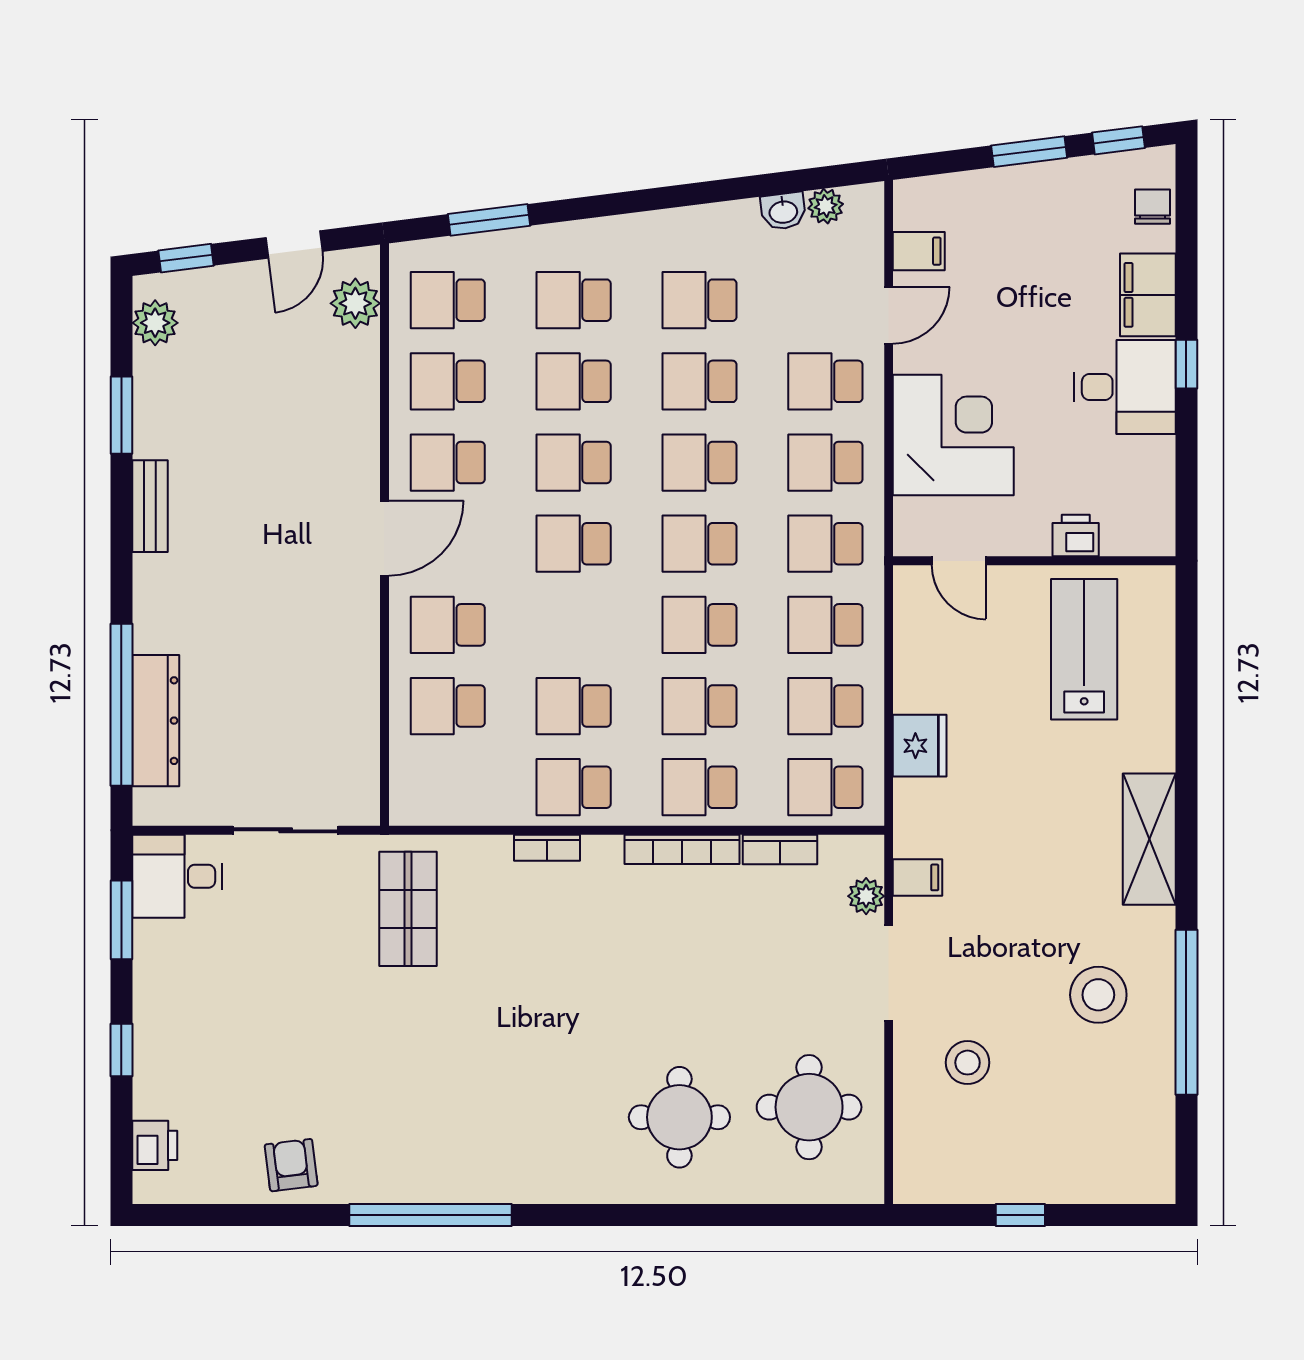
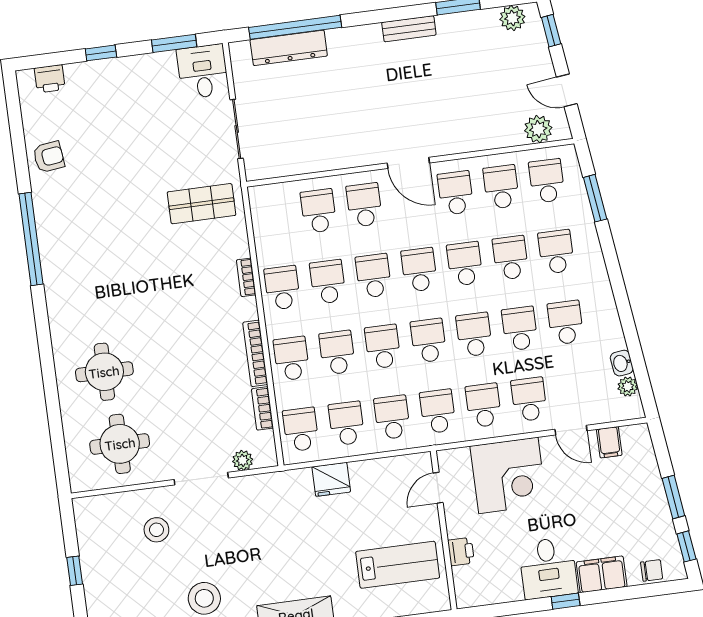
school desk: (574, 625) -> (374, 276), added
filing cabinet: (918, 877) -> (257, 488), removed

